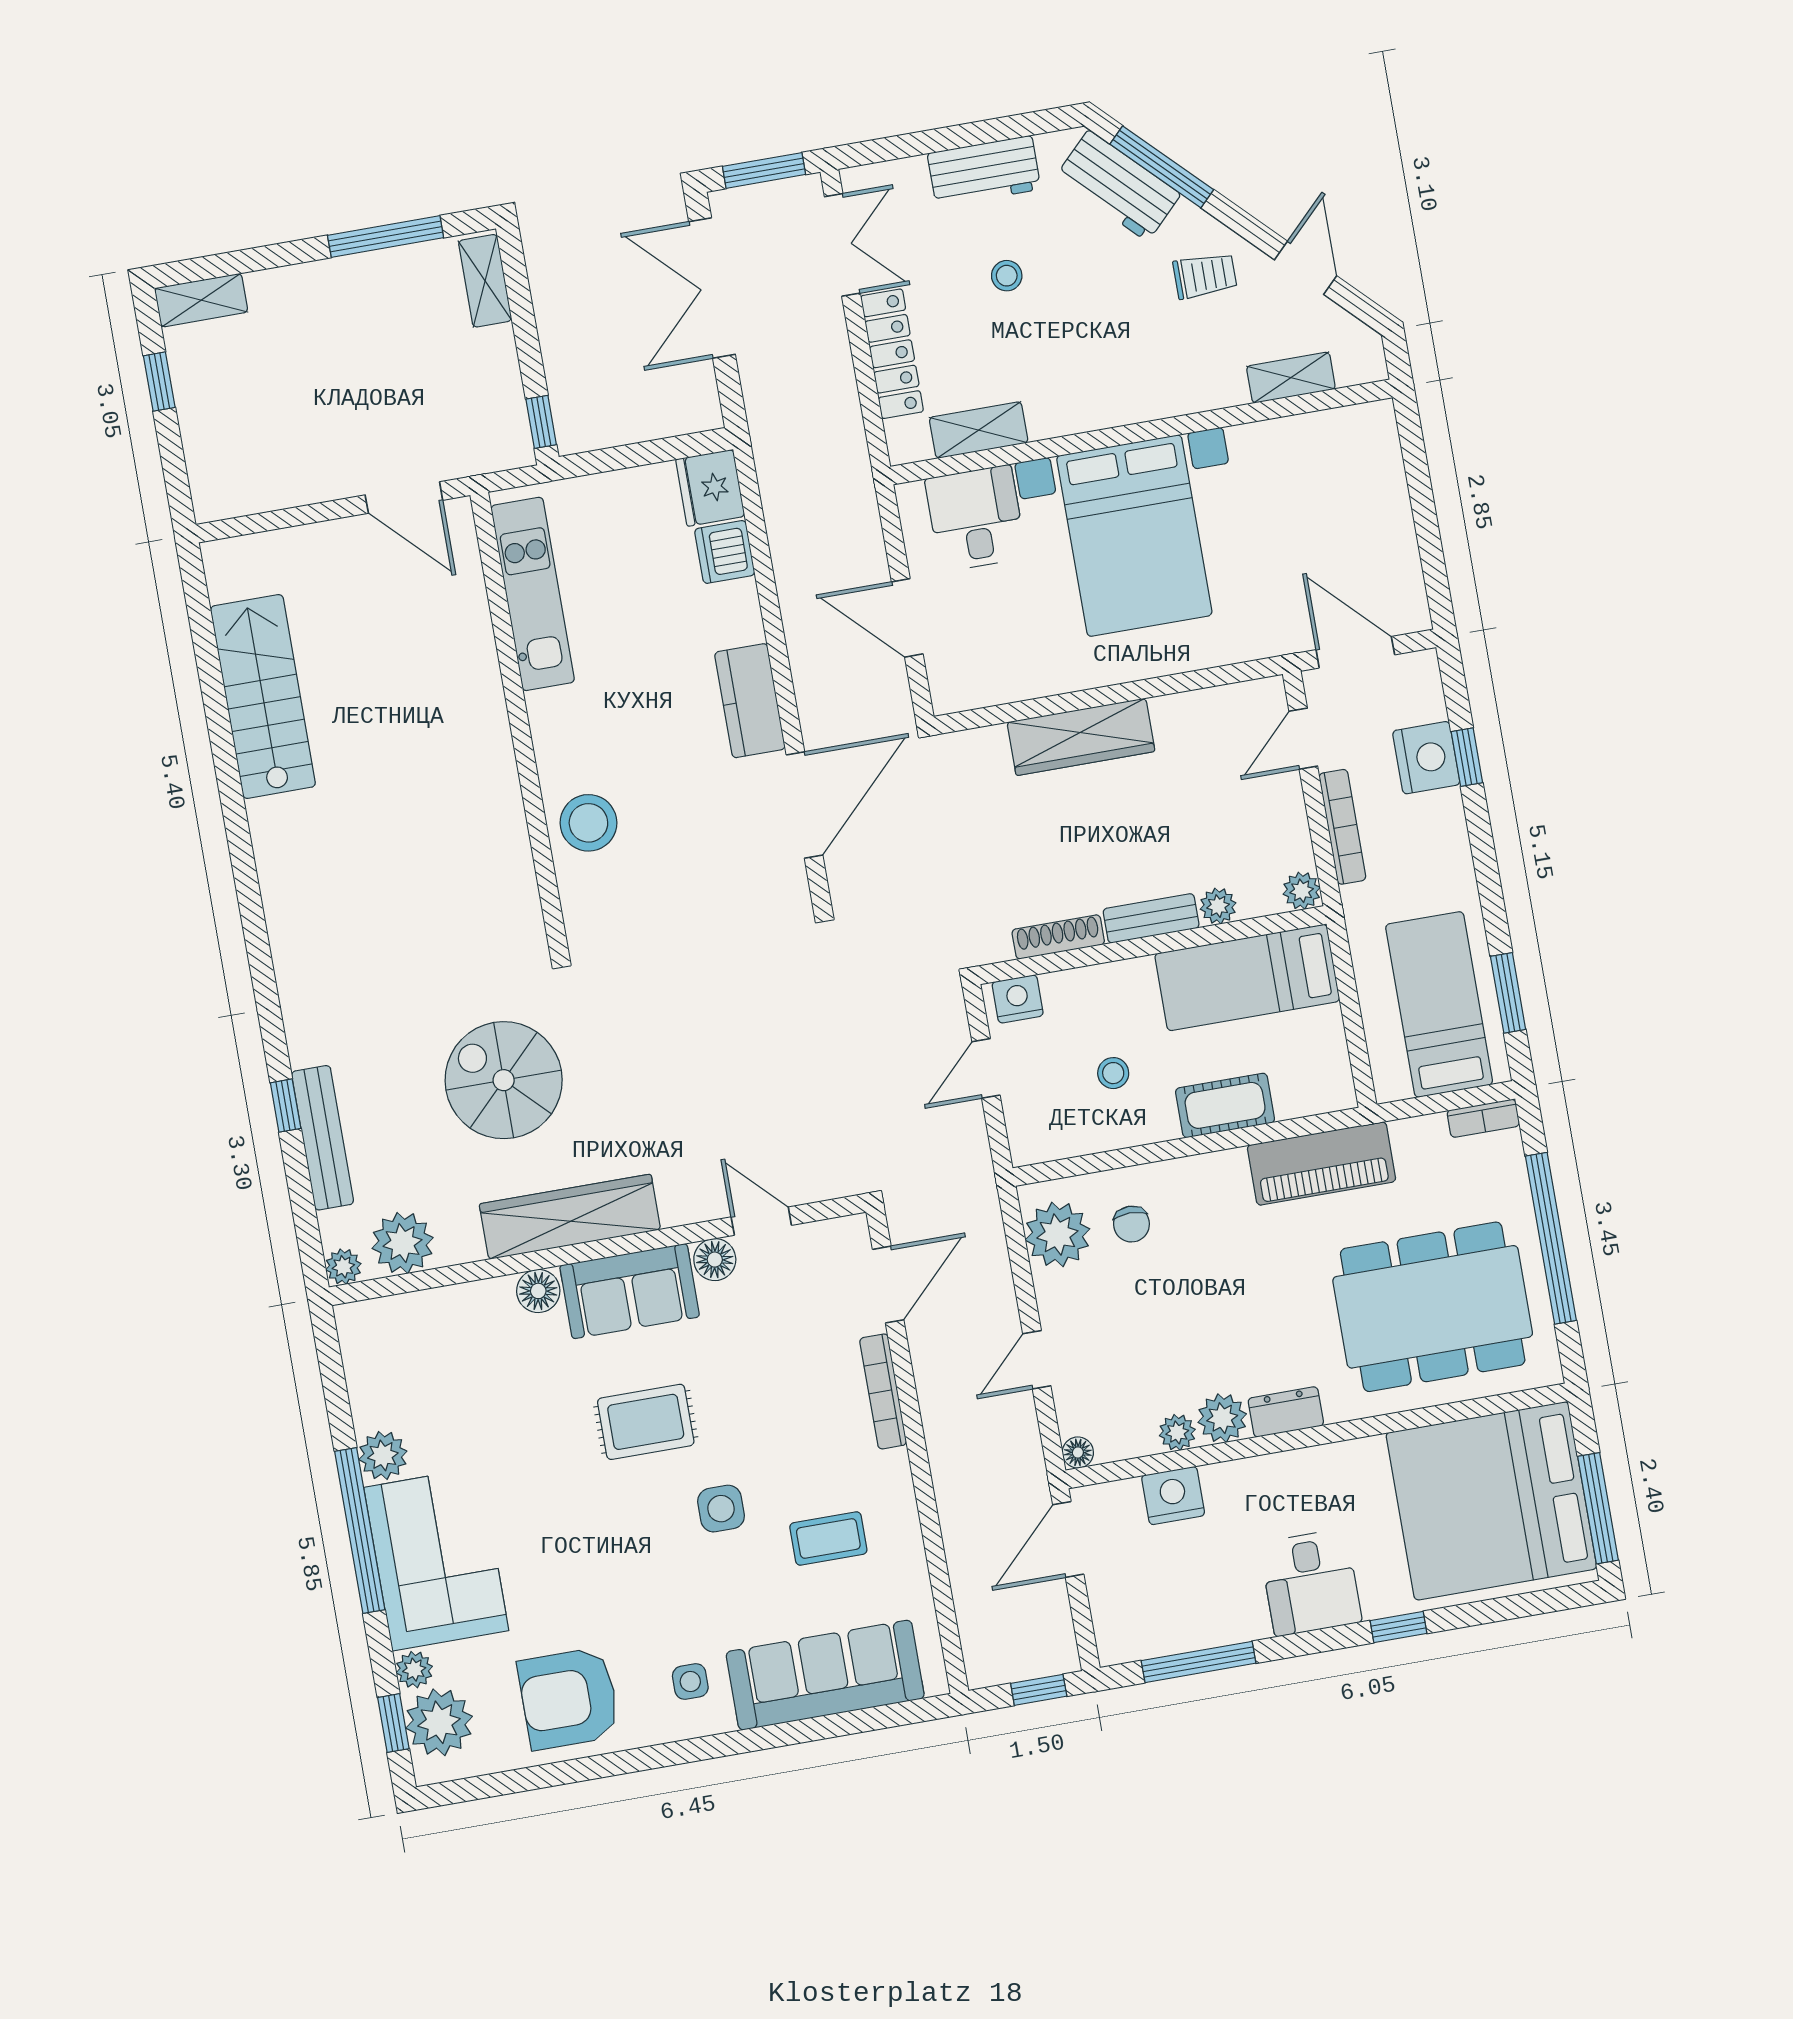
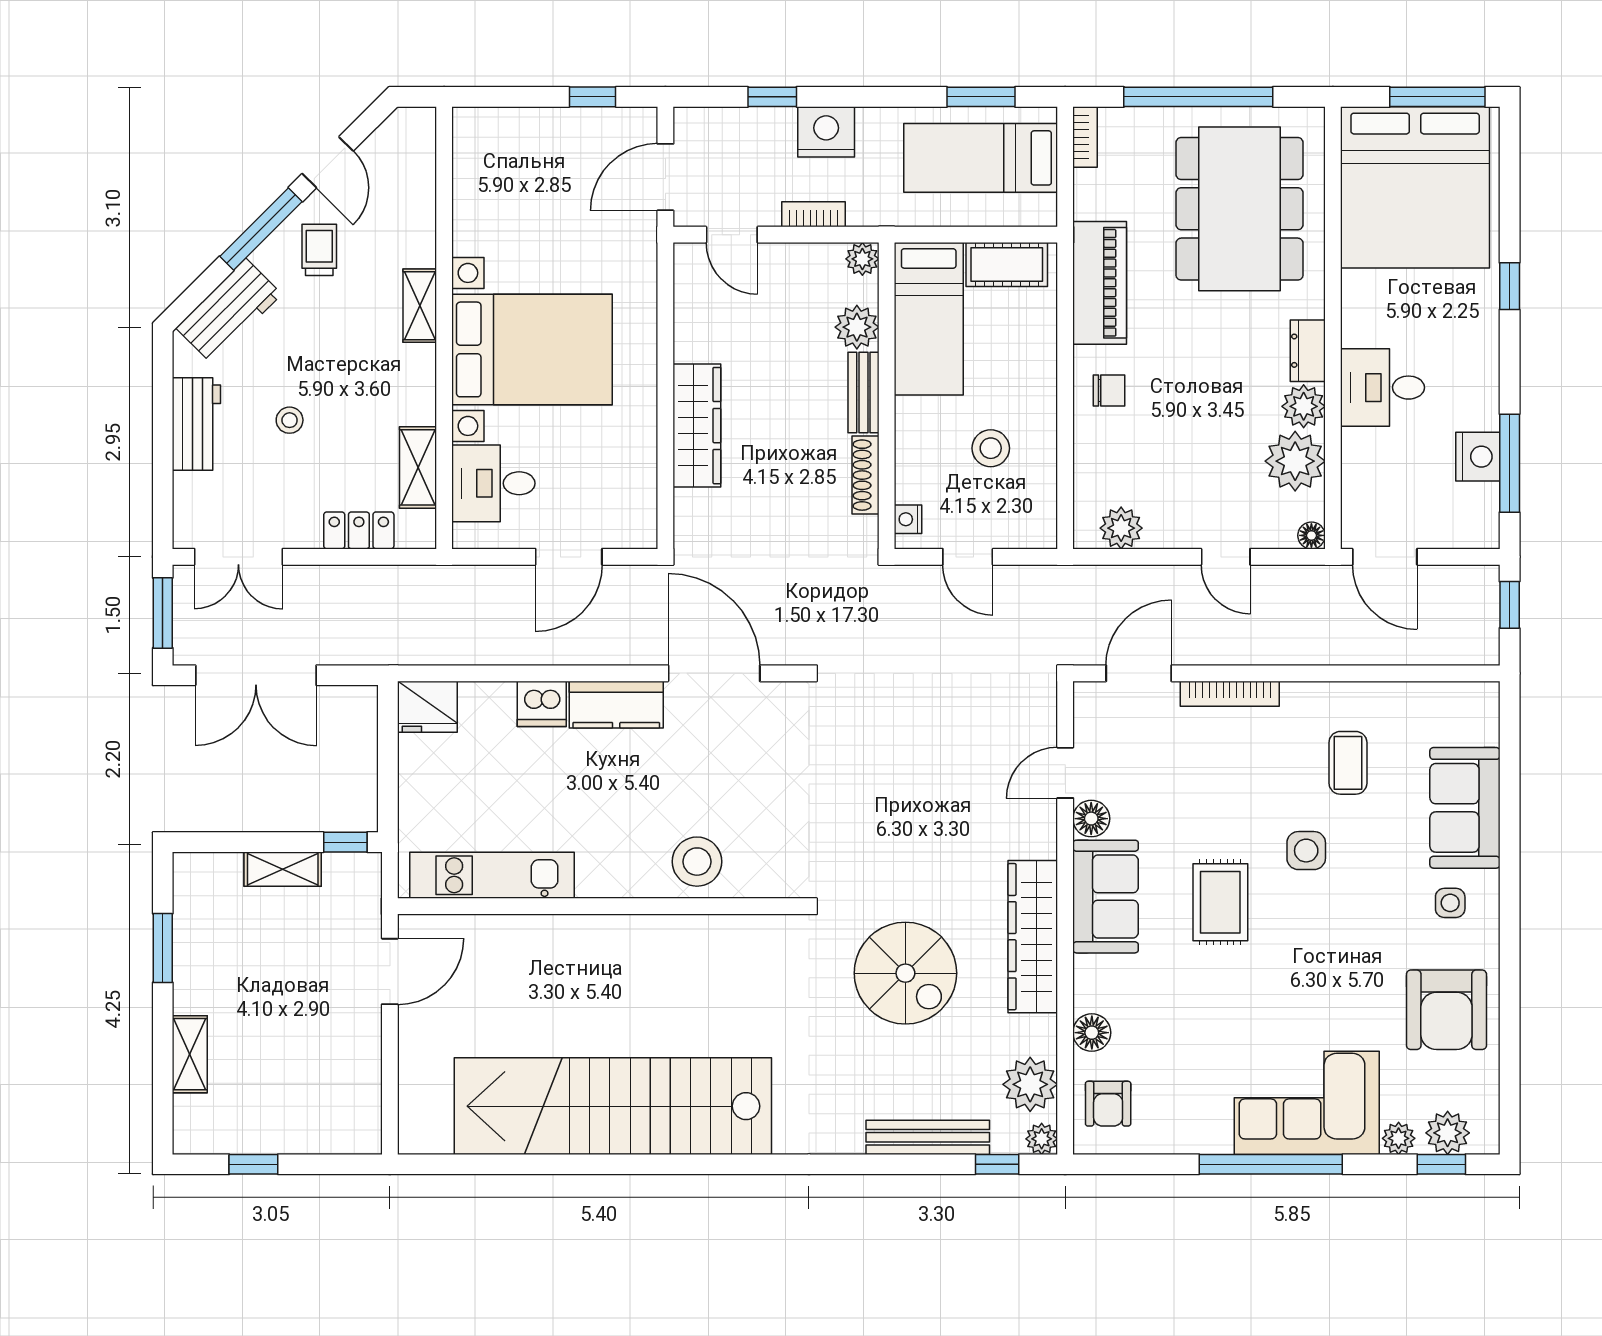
window: (1162, 167) -> (261, 229), moved
window: (386, 237) -> (163, 948), width x0.69
double door: (842, 245) -> (238, 557), swing flipped
door: (1305, 268) -> (328, 162), swing flipped
shelving: (485, 281) -> (283, 869), moved
shelving: (201, 300) -> (190, 1054), moved
locker: (892, 354) -> (359, 530), width x0.66
shelving: (1291, 378) -> (420, 306), moved
dishwasher: (725, 552) -> (542, 704), moved
window: (1431, 554) -> (592, 97), added
stairs: (263, 696) -> (613, 1106), width x1.86, depth x1.51
nightstand: (1426, 758) -> (826, 132), moved
bookcase: (1342, 827) -> (814, 214), width x0.64
plant: (1218, 906) -> (857, 327), width x1.38, depth x1.38
nightstand: (1018, 999) -> (908, 519), width x0.72, depth x0.74
stool: (1113, 1073) -> (991, 448), width x1.37, depth x1.37
spiral stairs: (504, 1080) -> (905, 973), turned -90
cot: (1225, 1105) -> (1007, 265), moved, turned 90
window: (286, 1106) -> (997, 1164), moved
chair: (1131, 1224) -> (1109, 390), moved
plant: (1057, 1234) -> (1121, 528), width x0.73, depth x0.73
door: (888, 1285) -> (1139, 673), hinge flipped
floor lamp: (538, 1291) -> (1092, 1033), moved
armchair: (396, 1335) -> (1108, 1104), added
plant: (1177, 1432) -> (1295, 461), width x1.87, depth x1.87
plant: (383, 1455) -> (1210, 1133), removed
nightstand: (1173, 1496) -> (1478, 457), moved, turned 180
desk: (1311, 1582) -> (1383, 388), moved, turned 180
sofa: (825, 1675) -> (1465, 808), width x0.73
plant: (439, 1722) -> (1448, 1133), width x0.73, depth x0.73

